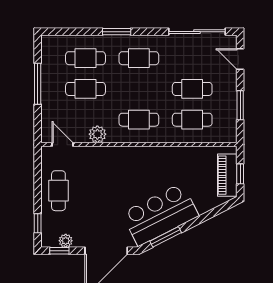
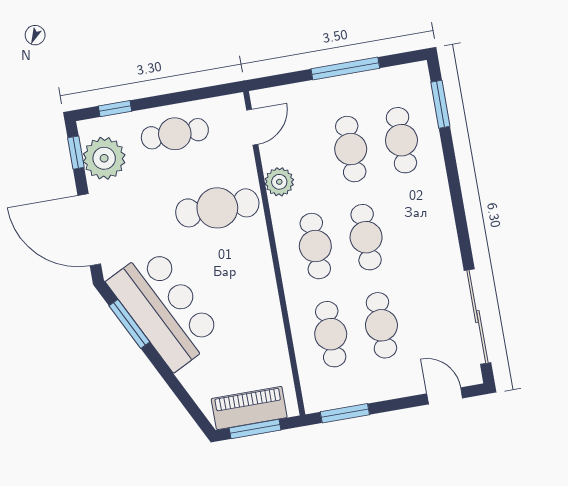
window: (117, 32) -> (440, 104), moved
cafe table: (139, 58) -> (366, 237), moved
door: (240, 59) -> (445, 396), hinge flipped
window: (240, 105) -> (345, 413), moved
cafe table: (106, 173) -> (217, 208), added
window: (240, 174) -> (255, 429), width x1.50
plant: (66, 241) -> (104, 158), width x1.87, depth x1.87

